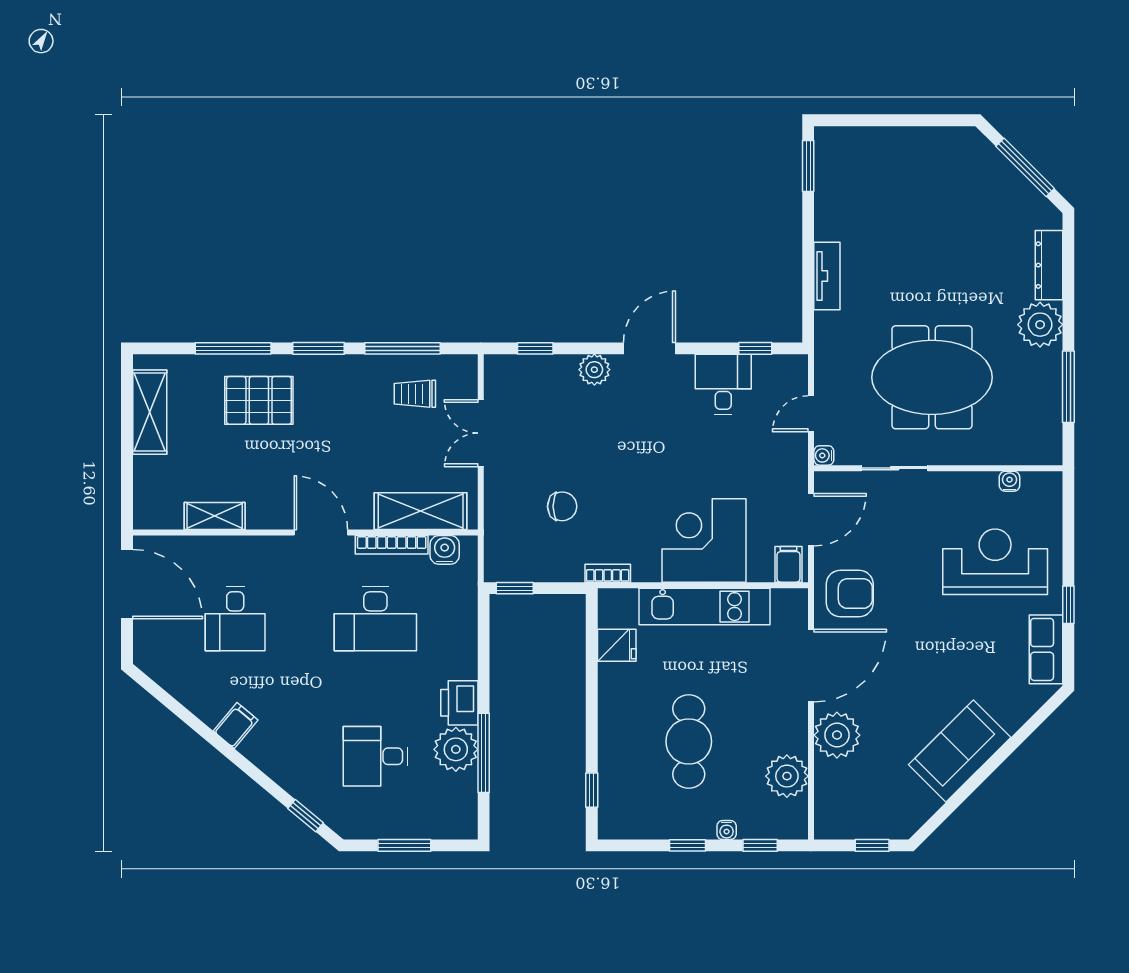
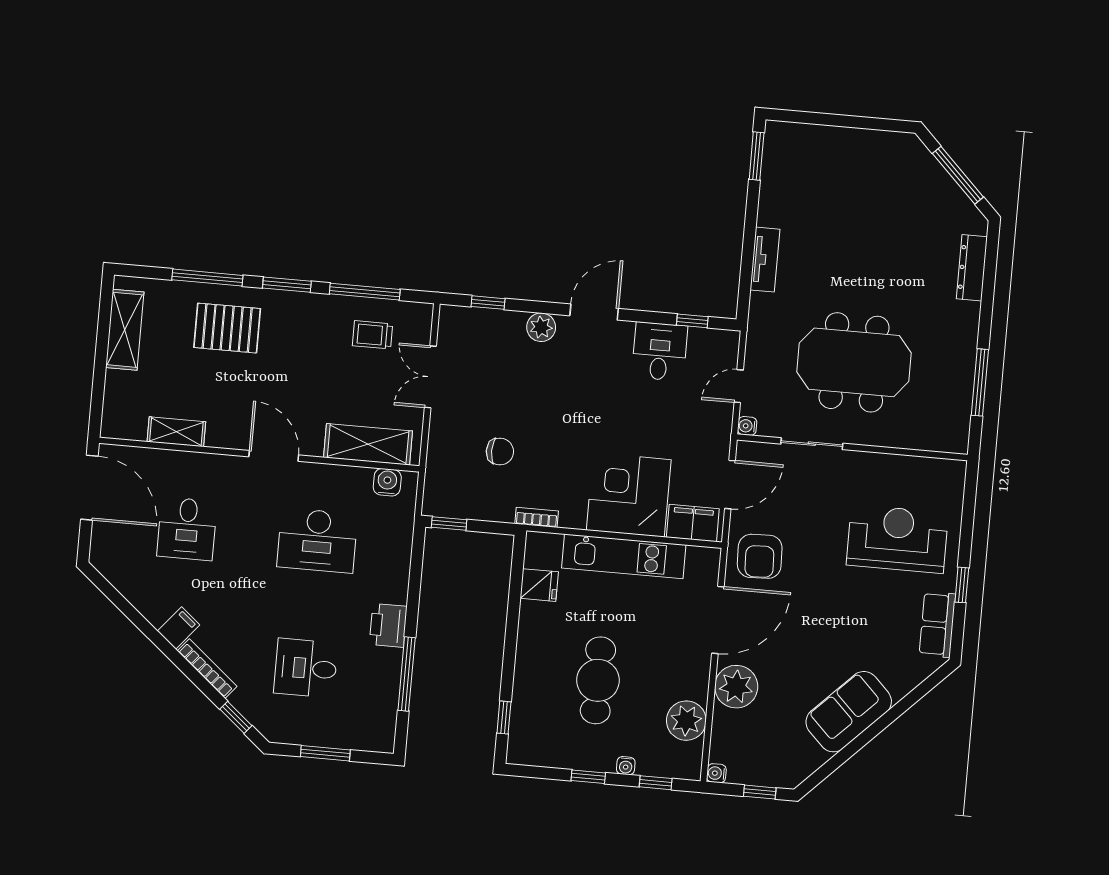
plant: (1040, 325) -> (959, 322), removed
water cooler: (1009, 481) -> (716, 773), moved, turned -90
bookcase: (392, 545) -> (207, 669), moved, turned -140
filing cabinet: (789, 564) -> (693, 523), width x2.00
armchair: (850, 594) -> (760, 556), turned 88
plant: (456, 749) -> (381, 668), removed

